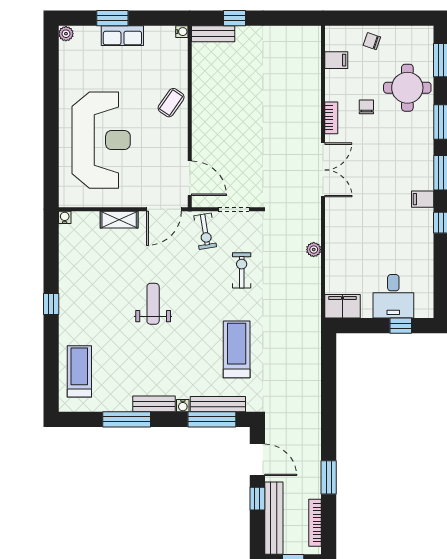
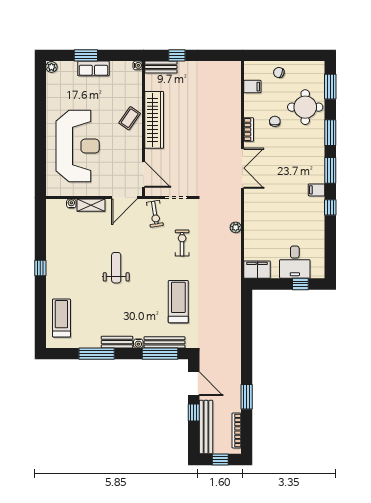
wardrobe: (204, 105) -> (154, 120), added
water cooler: (65, 217) -> (71, 204), moved

